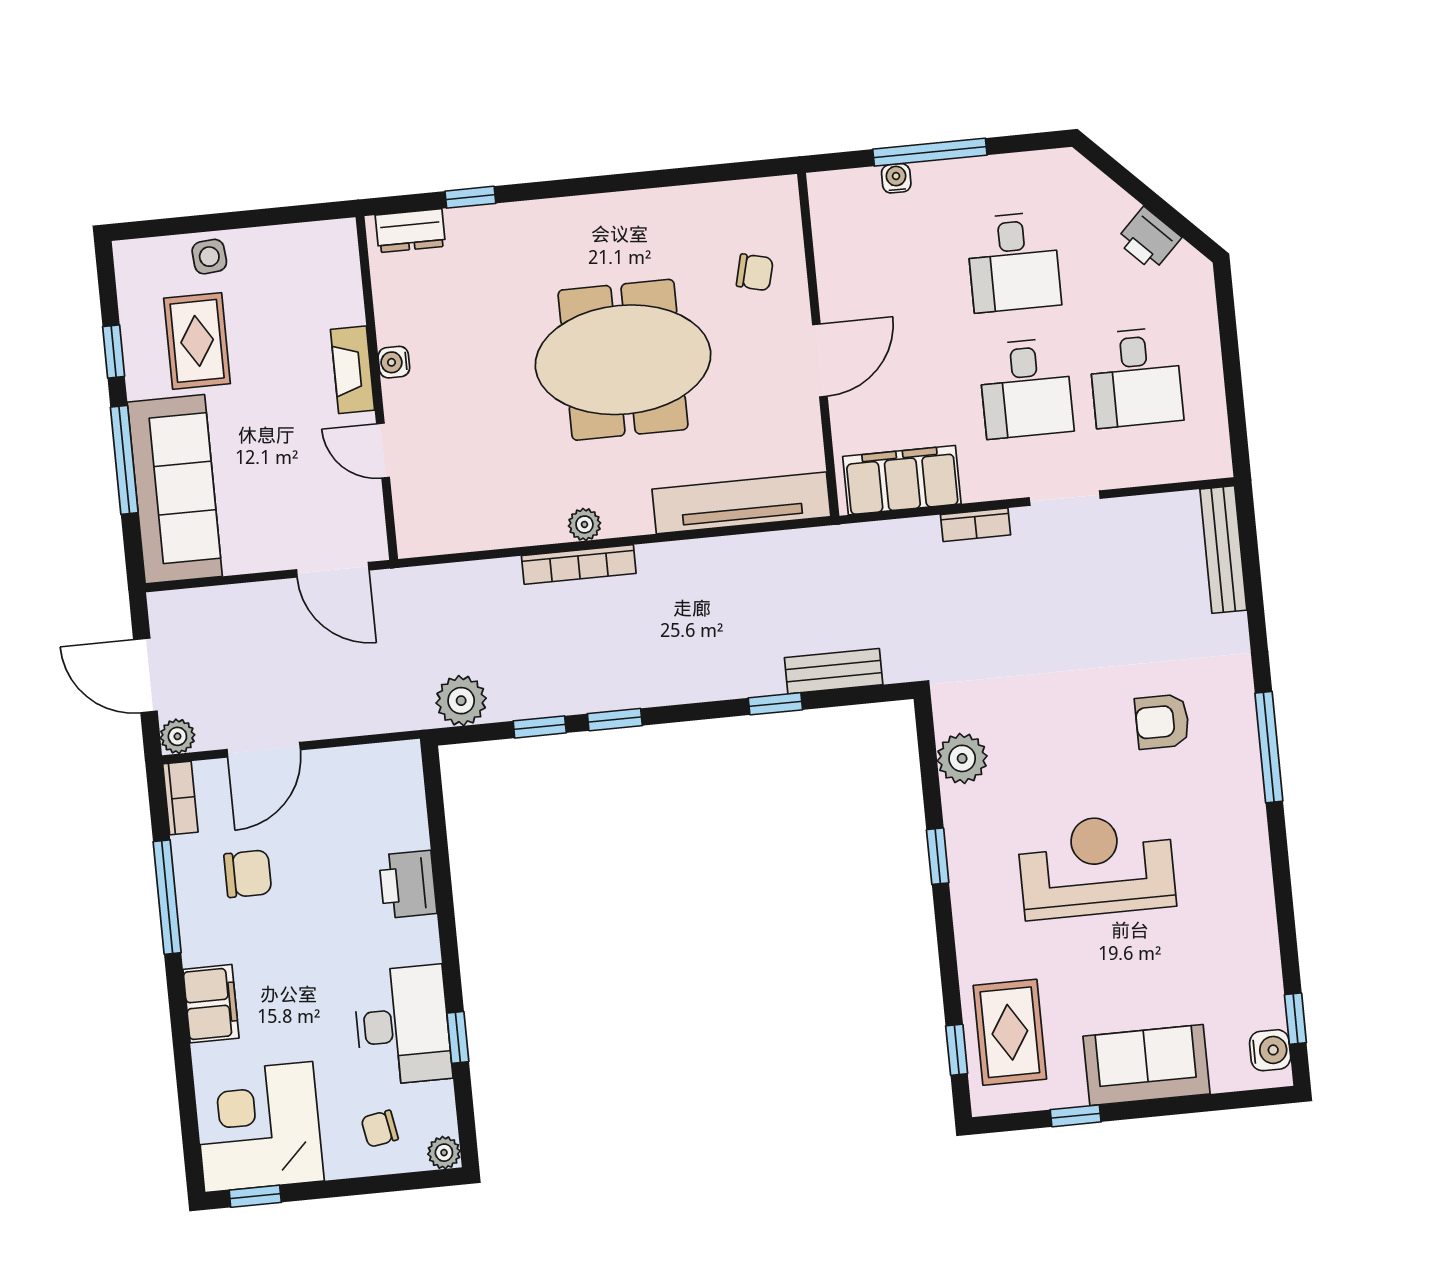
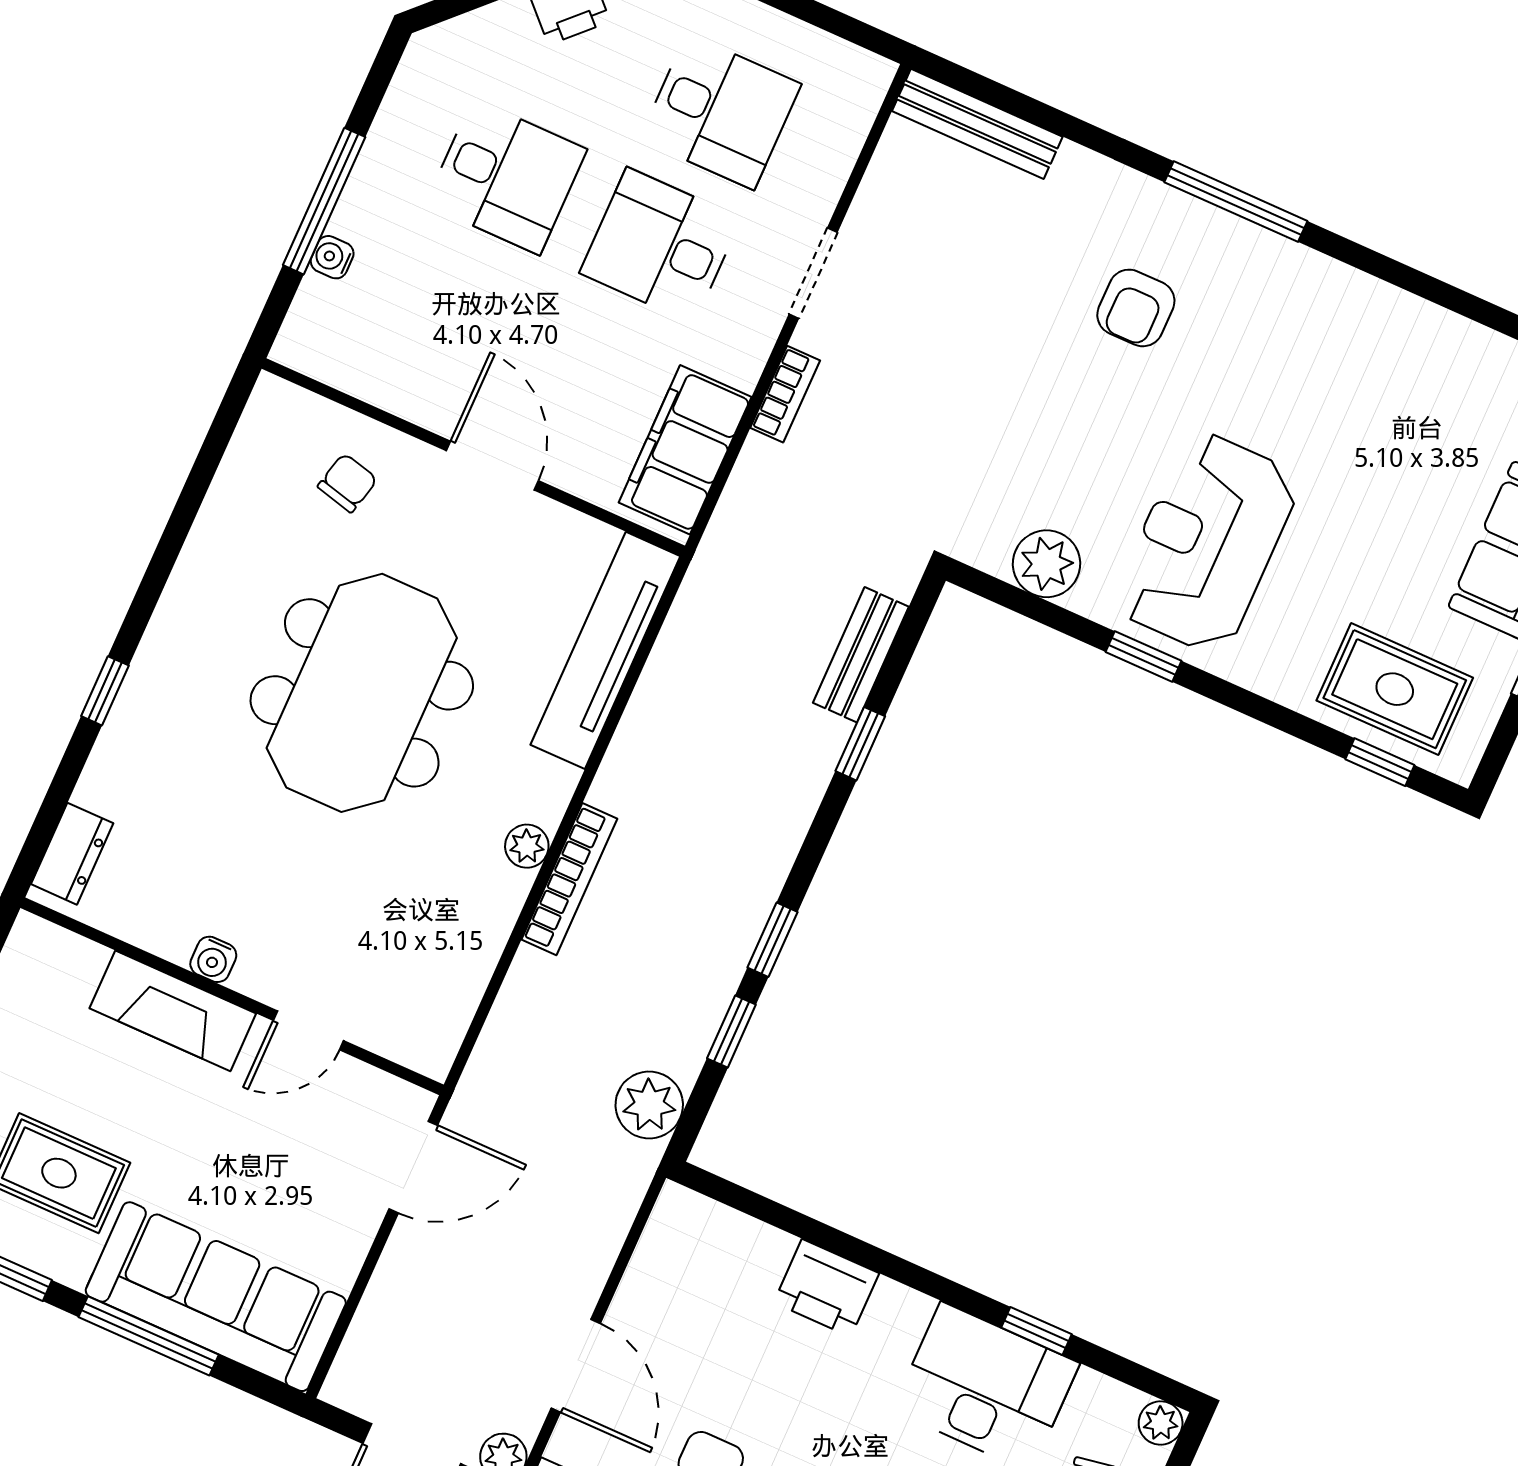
window: (470, 197) -> (105, 691), moved
fireplace: (353, 370) -> (173, 1011), width x1.37, depth x1.32
desk: (1026, 388) -> (660, 246), turned 180
reception desk: (1096, 866) -> (1207, 542), moved

